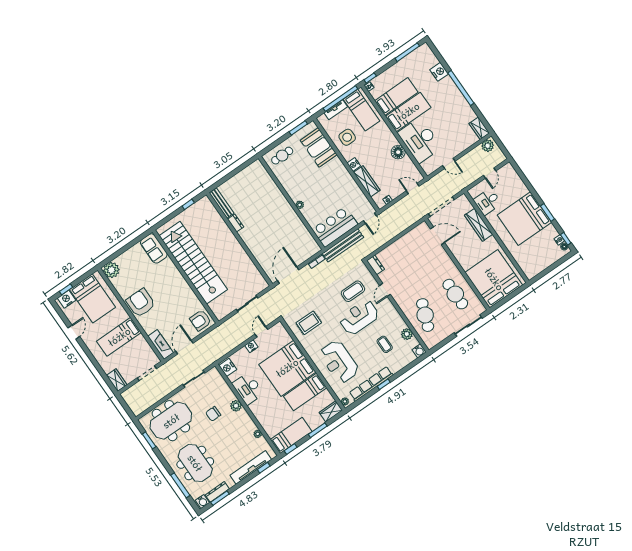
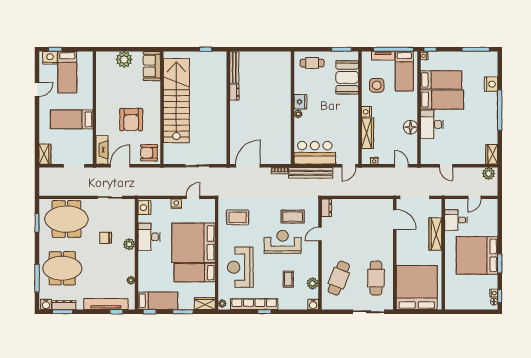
desk: (420, 140) -> (432, 124), width x0.73, depth x0.77
fridge: (295, 194) -> (300, 102), added
plant: (111, 270) -> (124, 59), moved
bed: (93, 298) -> (67, 72), width x0.67
armchair: (141, 303) -> (131, 120), moved, turned 180
meeting table: (195, 463) -> (62, 268), turned 90

